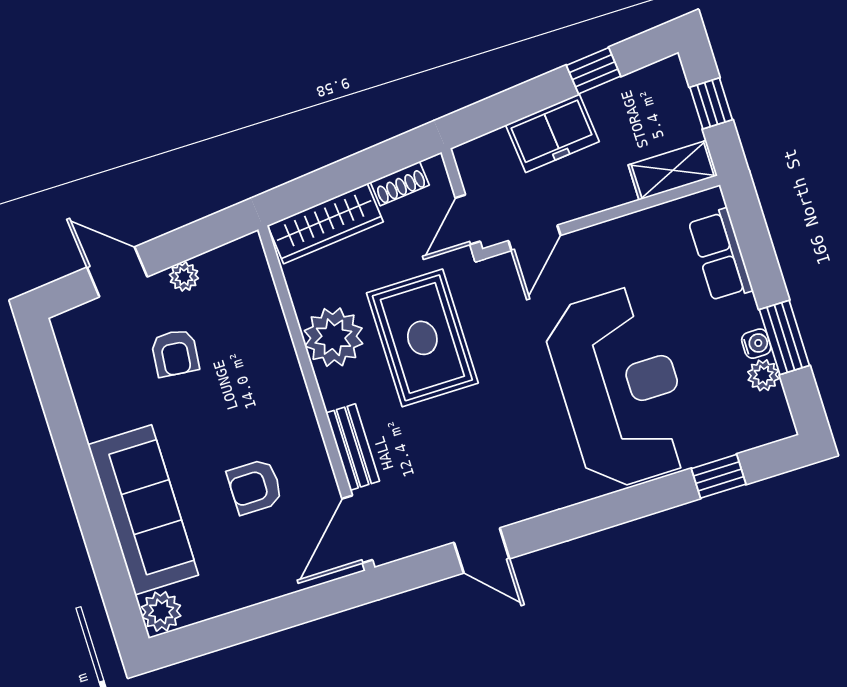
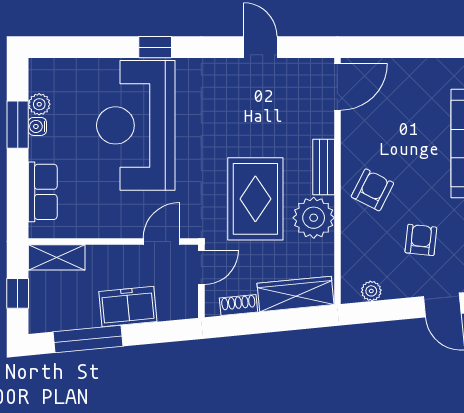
window: (594, 71) -> (88, 339), width x2.17
plant: (184, 277) -> (371, 291), moved
bench: (353, 447) -> (324, 167), moved
window: (719, 476) -> (155, 47), moved
armchair: (255, 487) -> (372, 190), moved, turned -63

